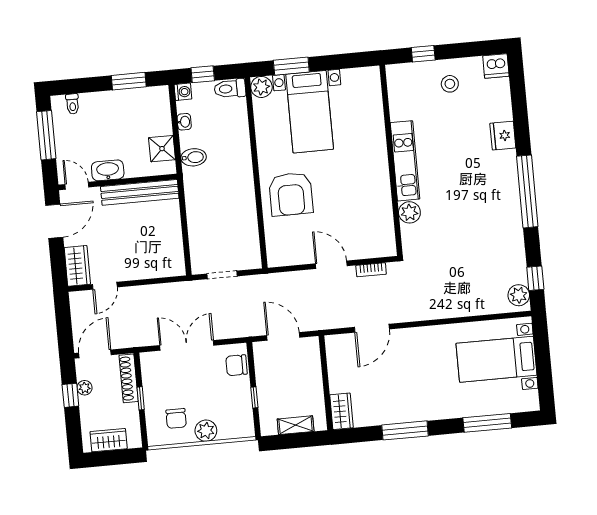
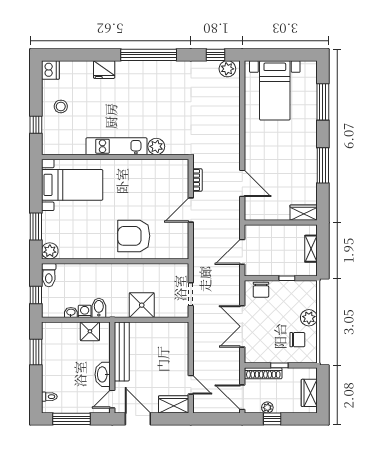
washing machine: (183, 92) -> (85, 311), moved
bed with nightstands: (310, 112) -> (72, 185), moved
armchair: (291, 194) -> (134, 236), turned 180
shower: (202, 213) -> (142, 305), added

